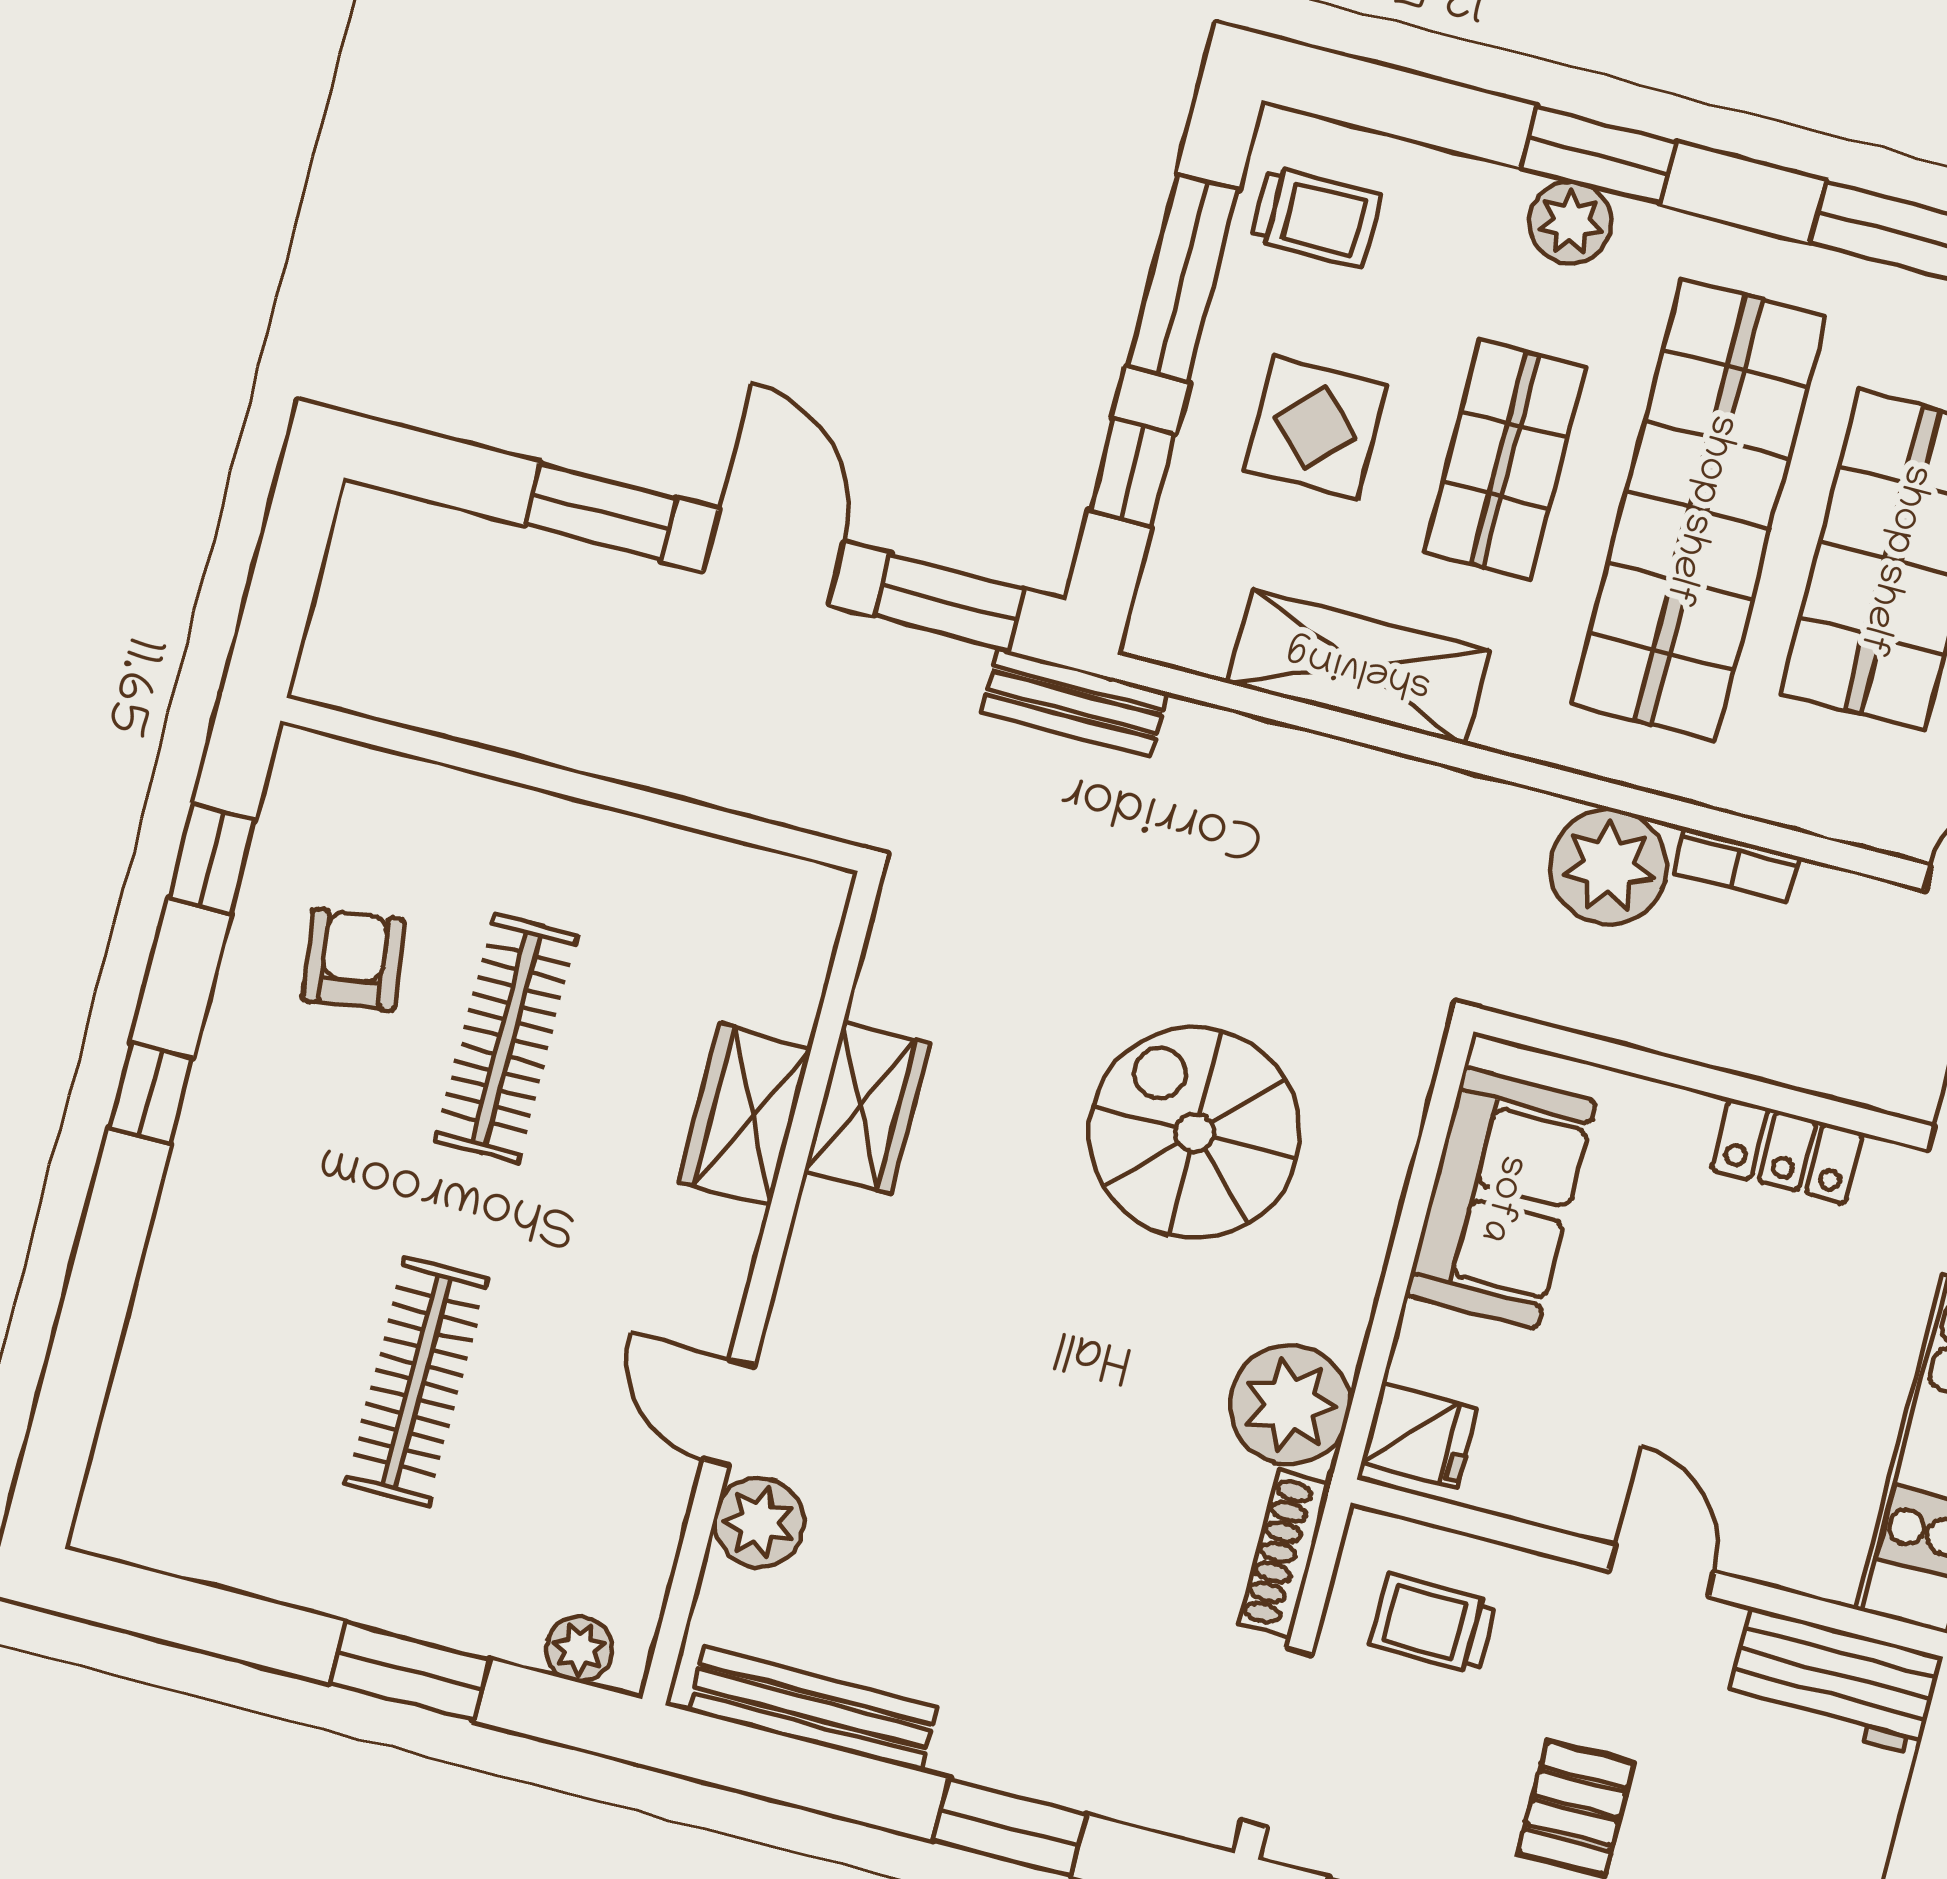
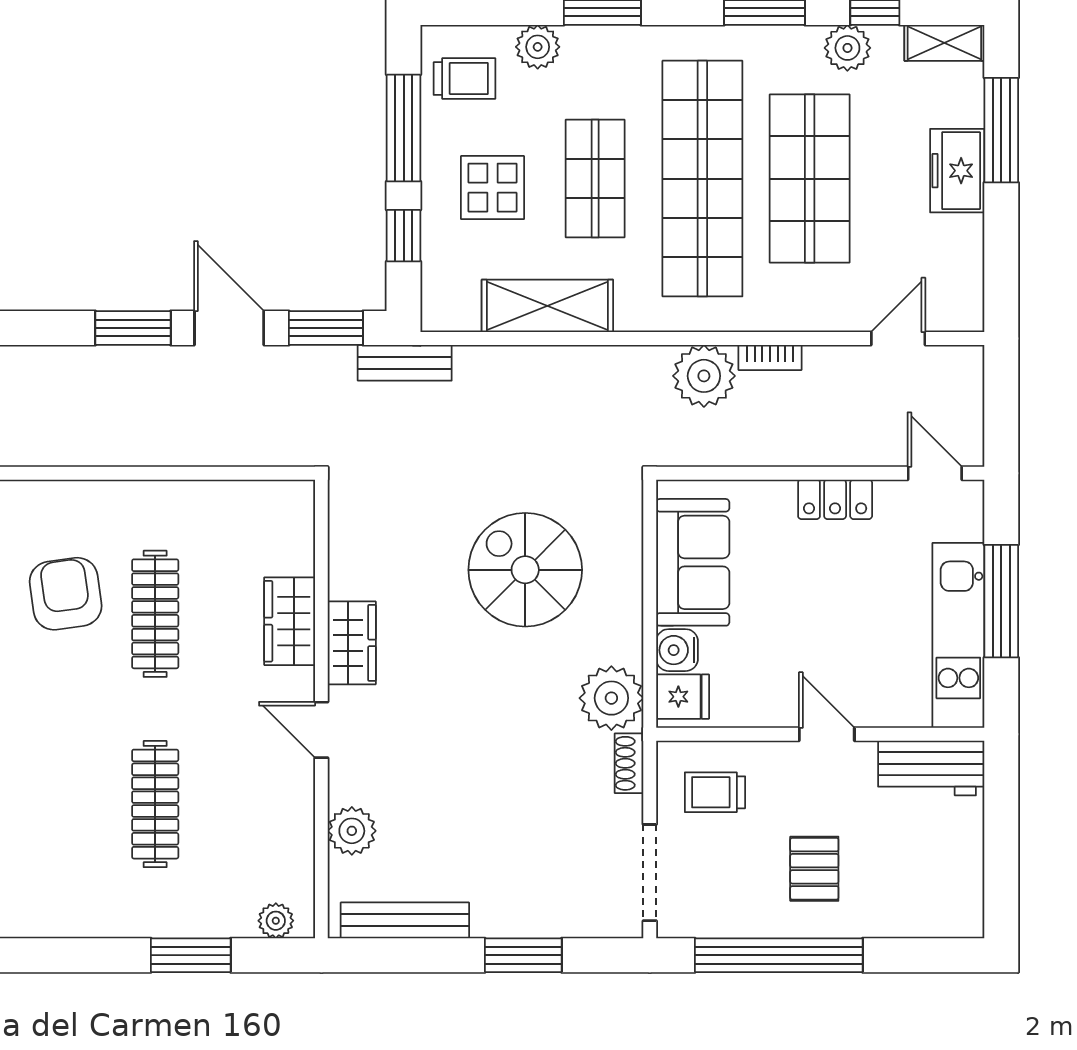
plant: (1571, 223) -> (538, 47), moved
armchair: (354, 960) -> (66, 594), width x1.38, depth x1.38
wardrobe: (867, 1107) -> (352, 643), moved
water cooler: (1431, 1349) -> (677, 650), added
door: (729, 1412) -> (321, 730), moved
shoe rack: (1285, 1554) -> (629, 763), width x0.70

